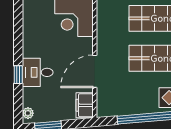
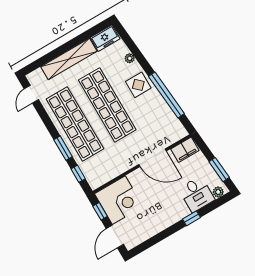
desk: (38, 72) -> (197, 194), moved

